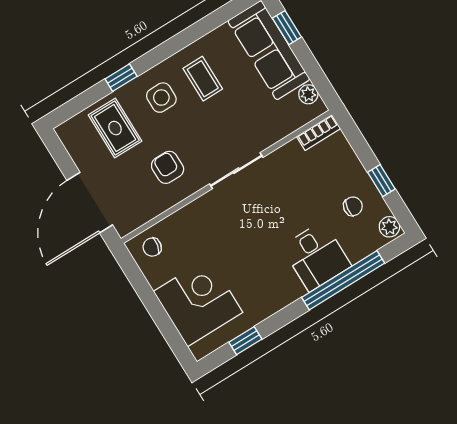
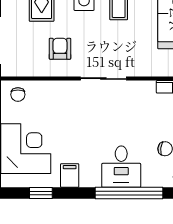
chair: (152, 247) -> (18, 95), turned -102
filing cabinet: (265, 301) -> (70, 175), added

